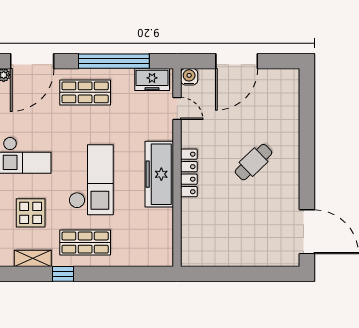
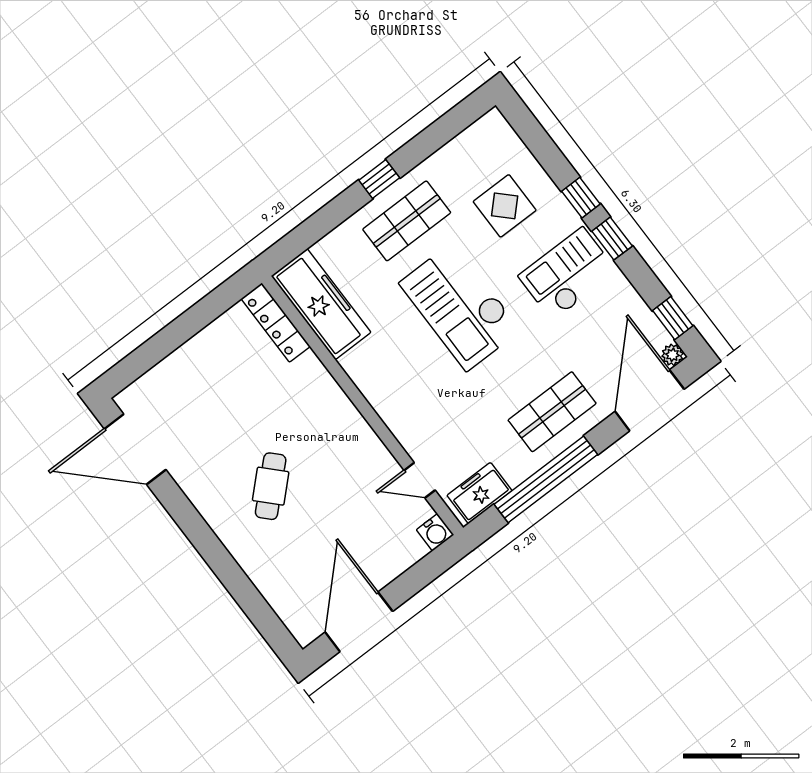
door: (237, 61) -> (359, 622), moved
locker: (189, 173) -> (276, 323), moved
freezer: (159, 174) -> (321, 304), moved
shelving: (33, 258) -> (458, 150), removed
window: (63, 274) -> (379, 179), moved

